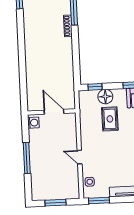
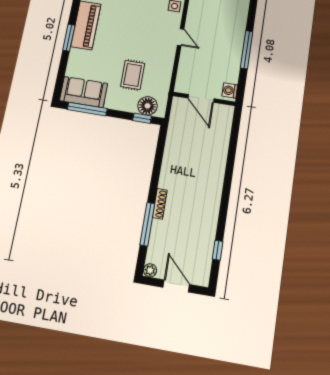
floor lamp: (105, 97) -> (147, 106), moved

